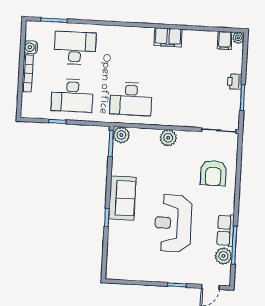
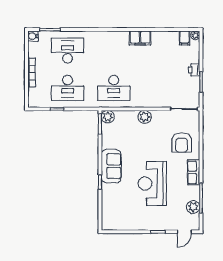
water cooler: (31, 47) -> (33, 36), moved
row of seats: (226, 230) -> (194, 172), moved

